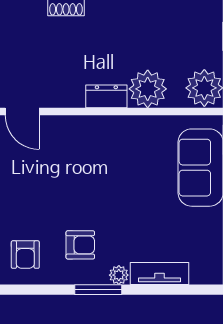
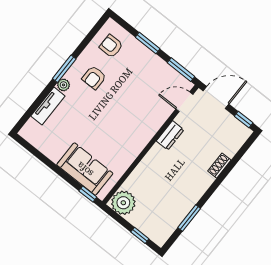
plant: (148, 89) -> (146, 174), removed
dresser: (106, 96) -> (170, 135), moved

